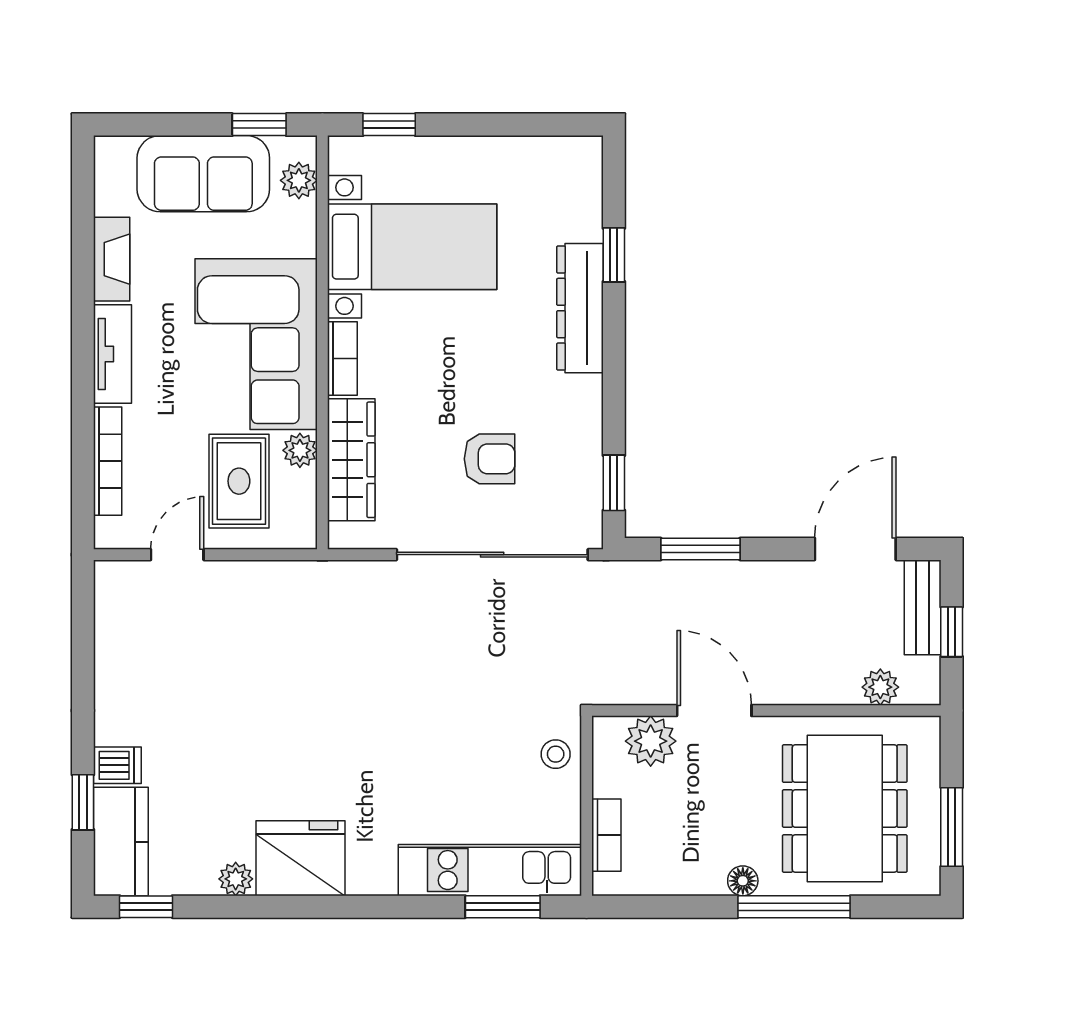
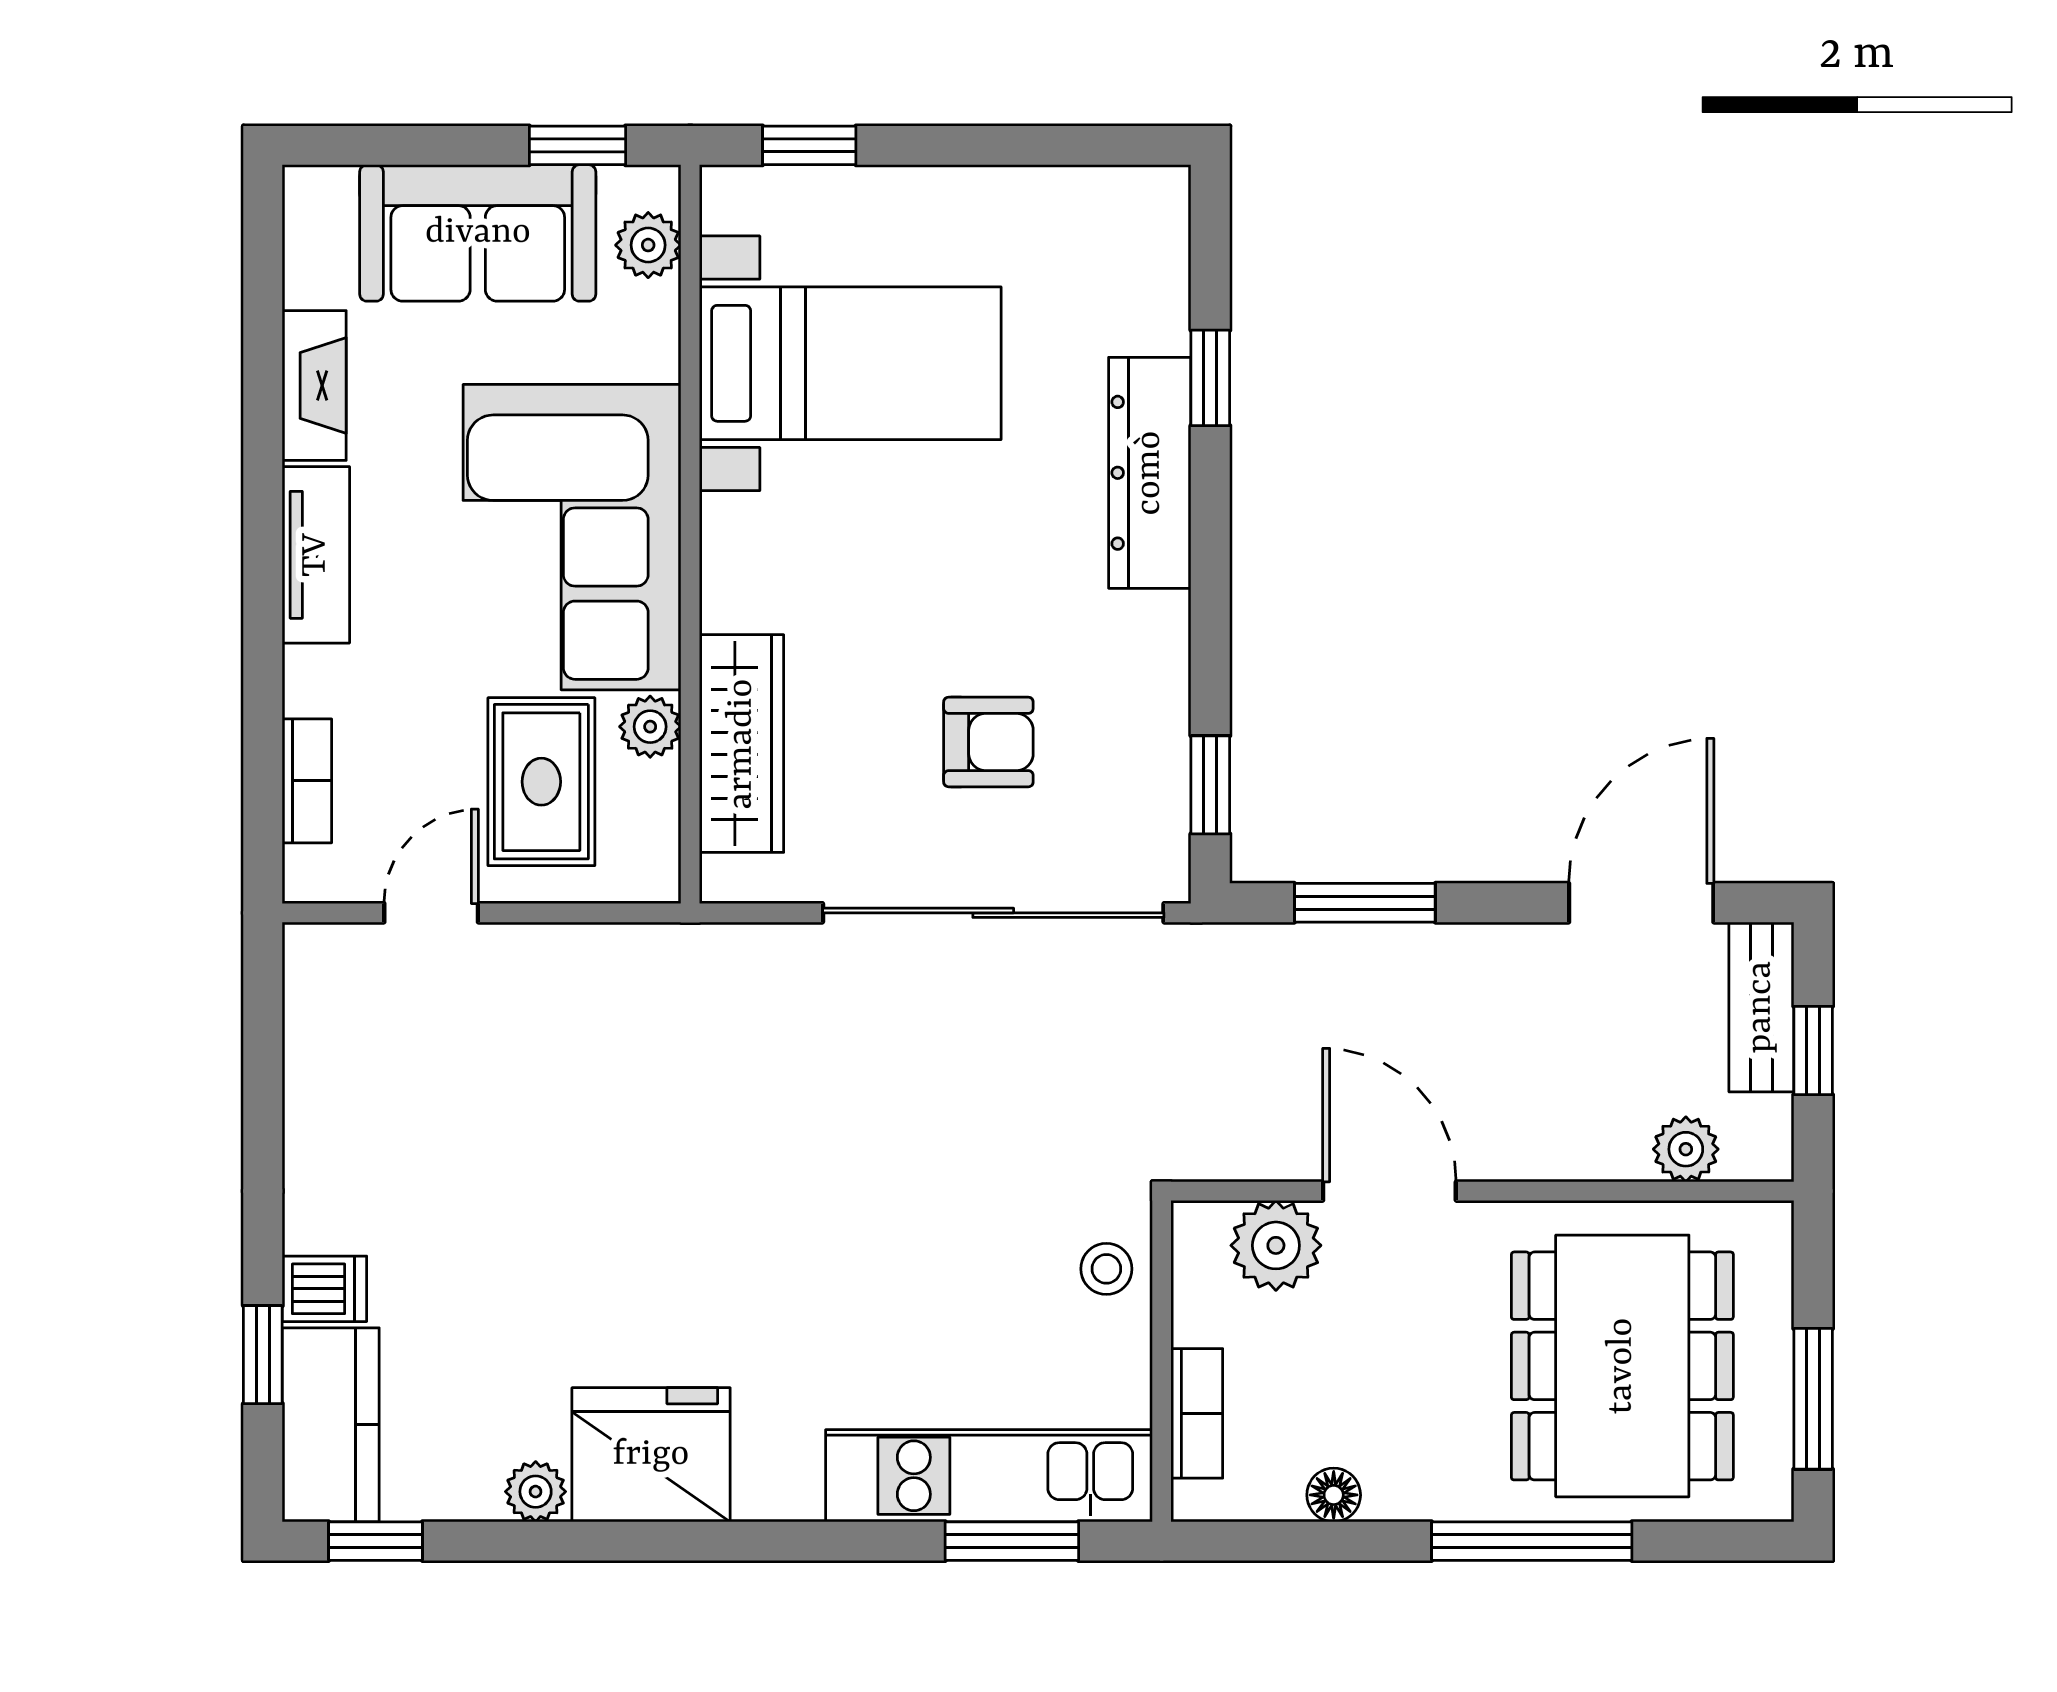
bookcase: (342, 358) -> (726, 563), removed
bookcase: (108, 461) -> (307, 781), width x0.64
floor lamp: (743, 881) -> (1334, 1495), moved

